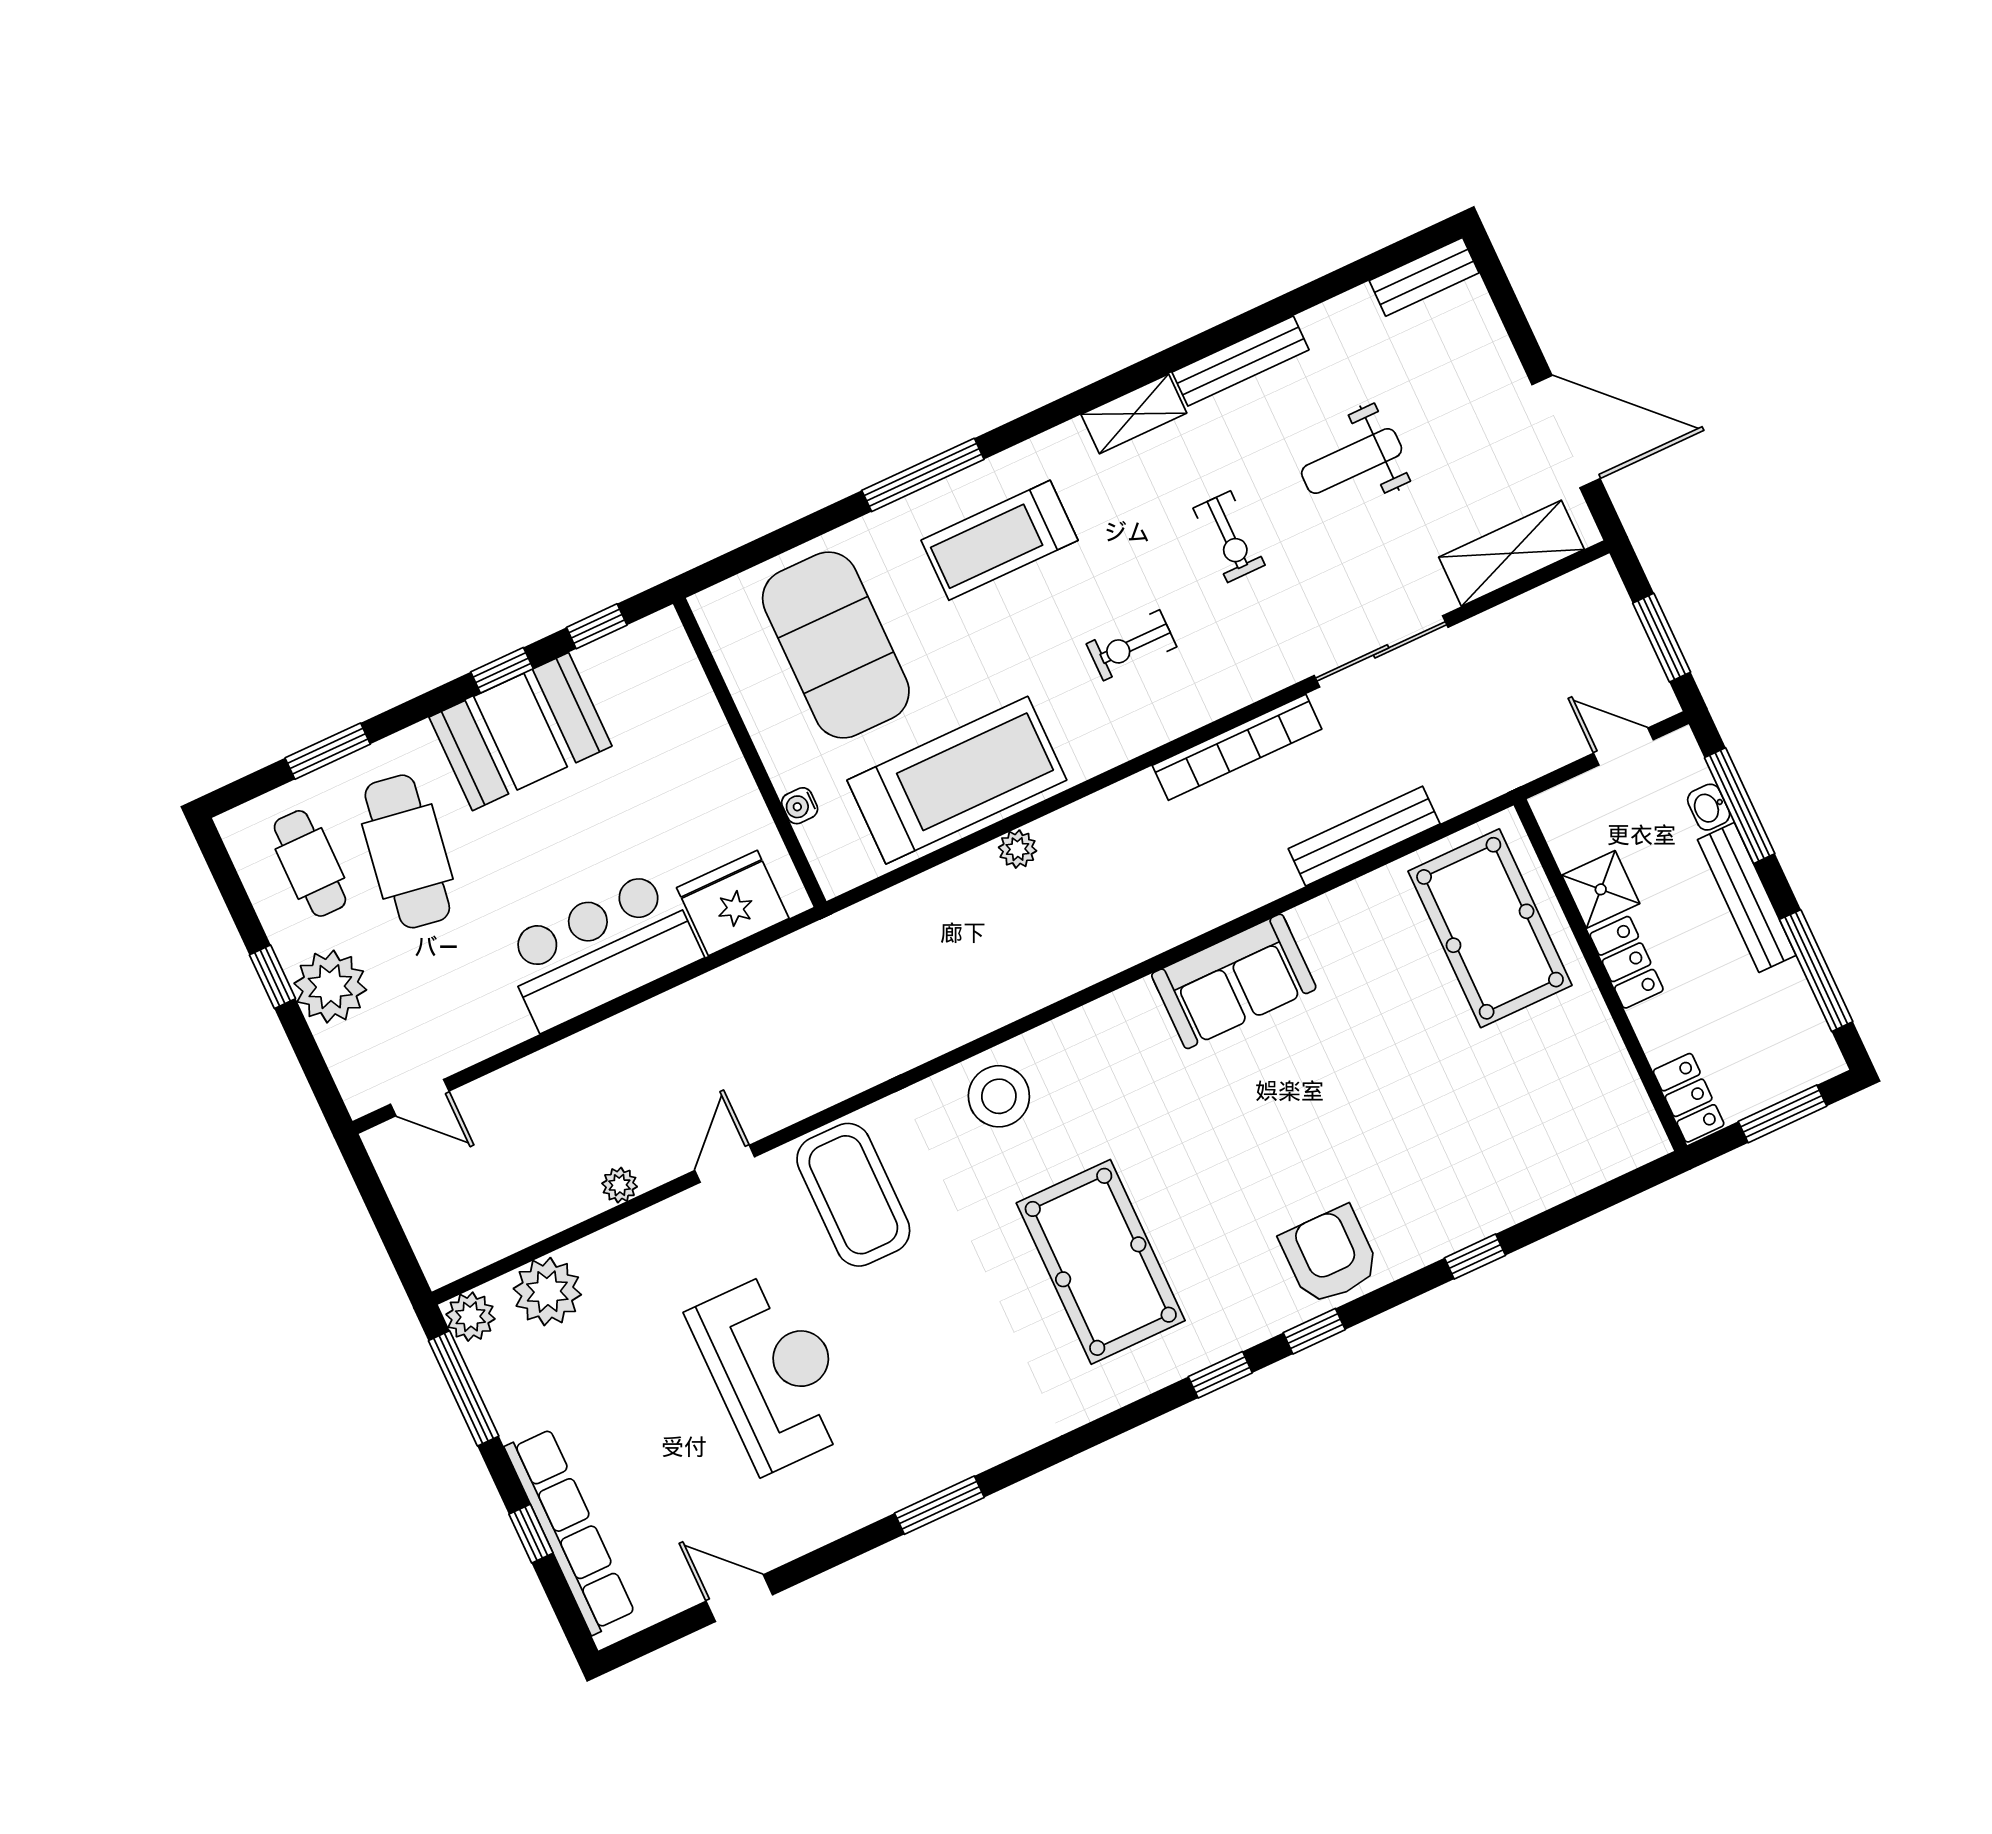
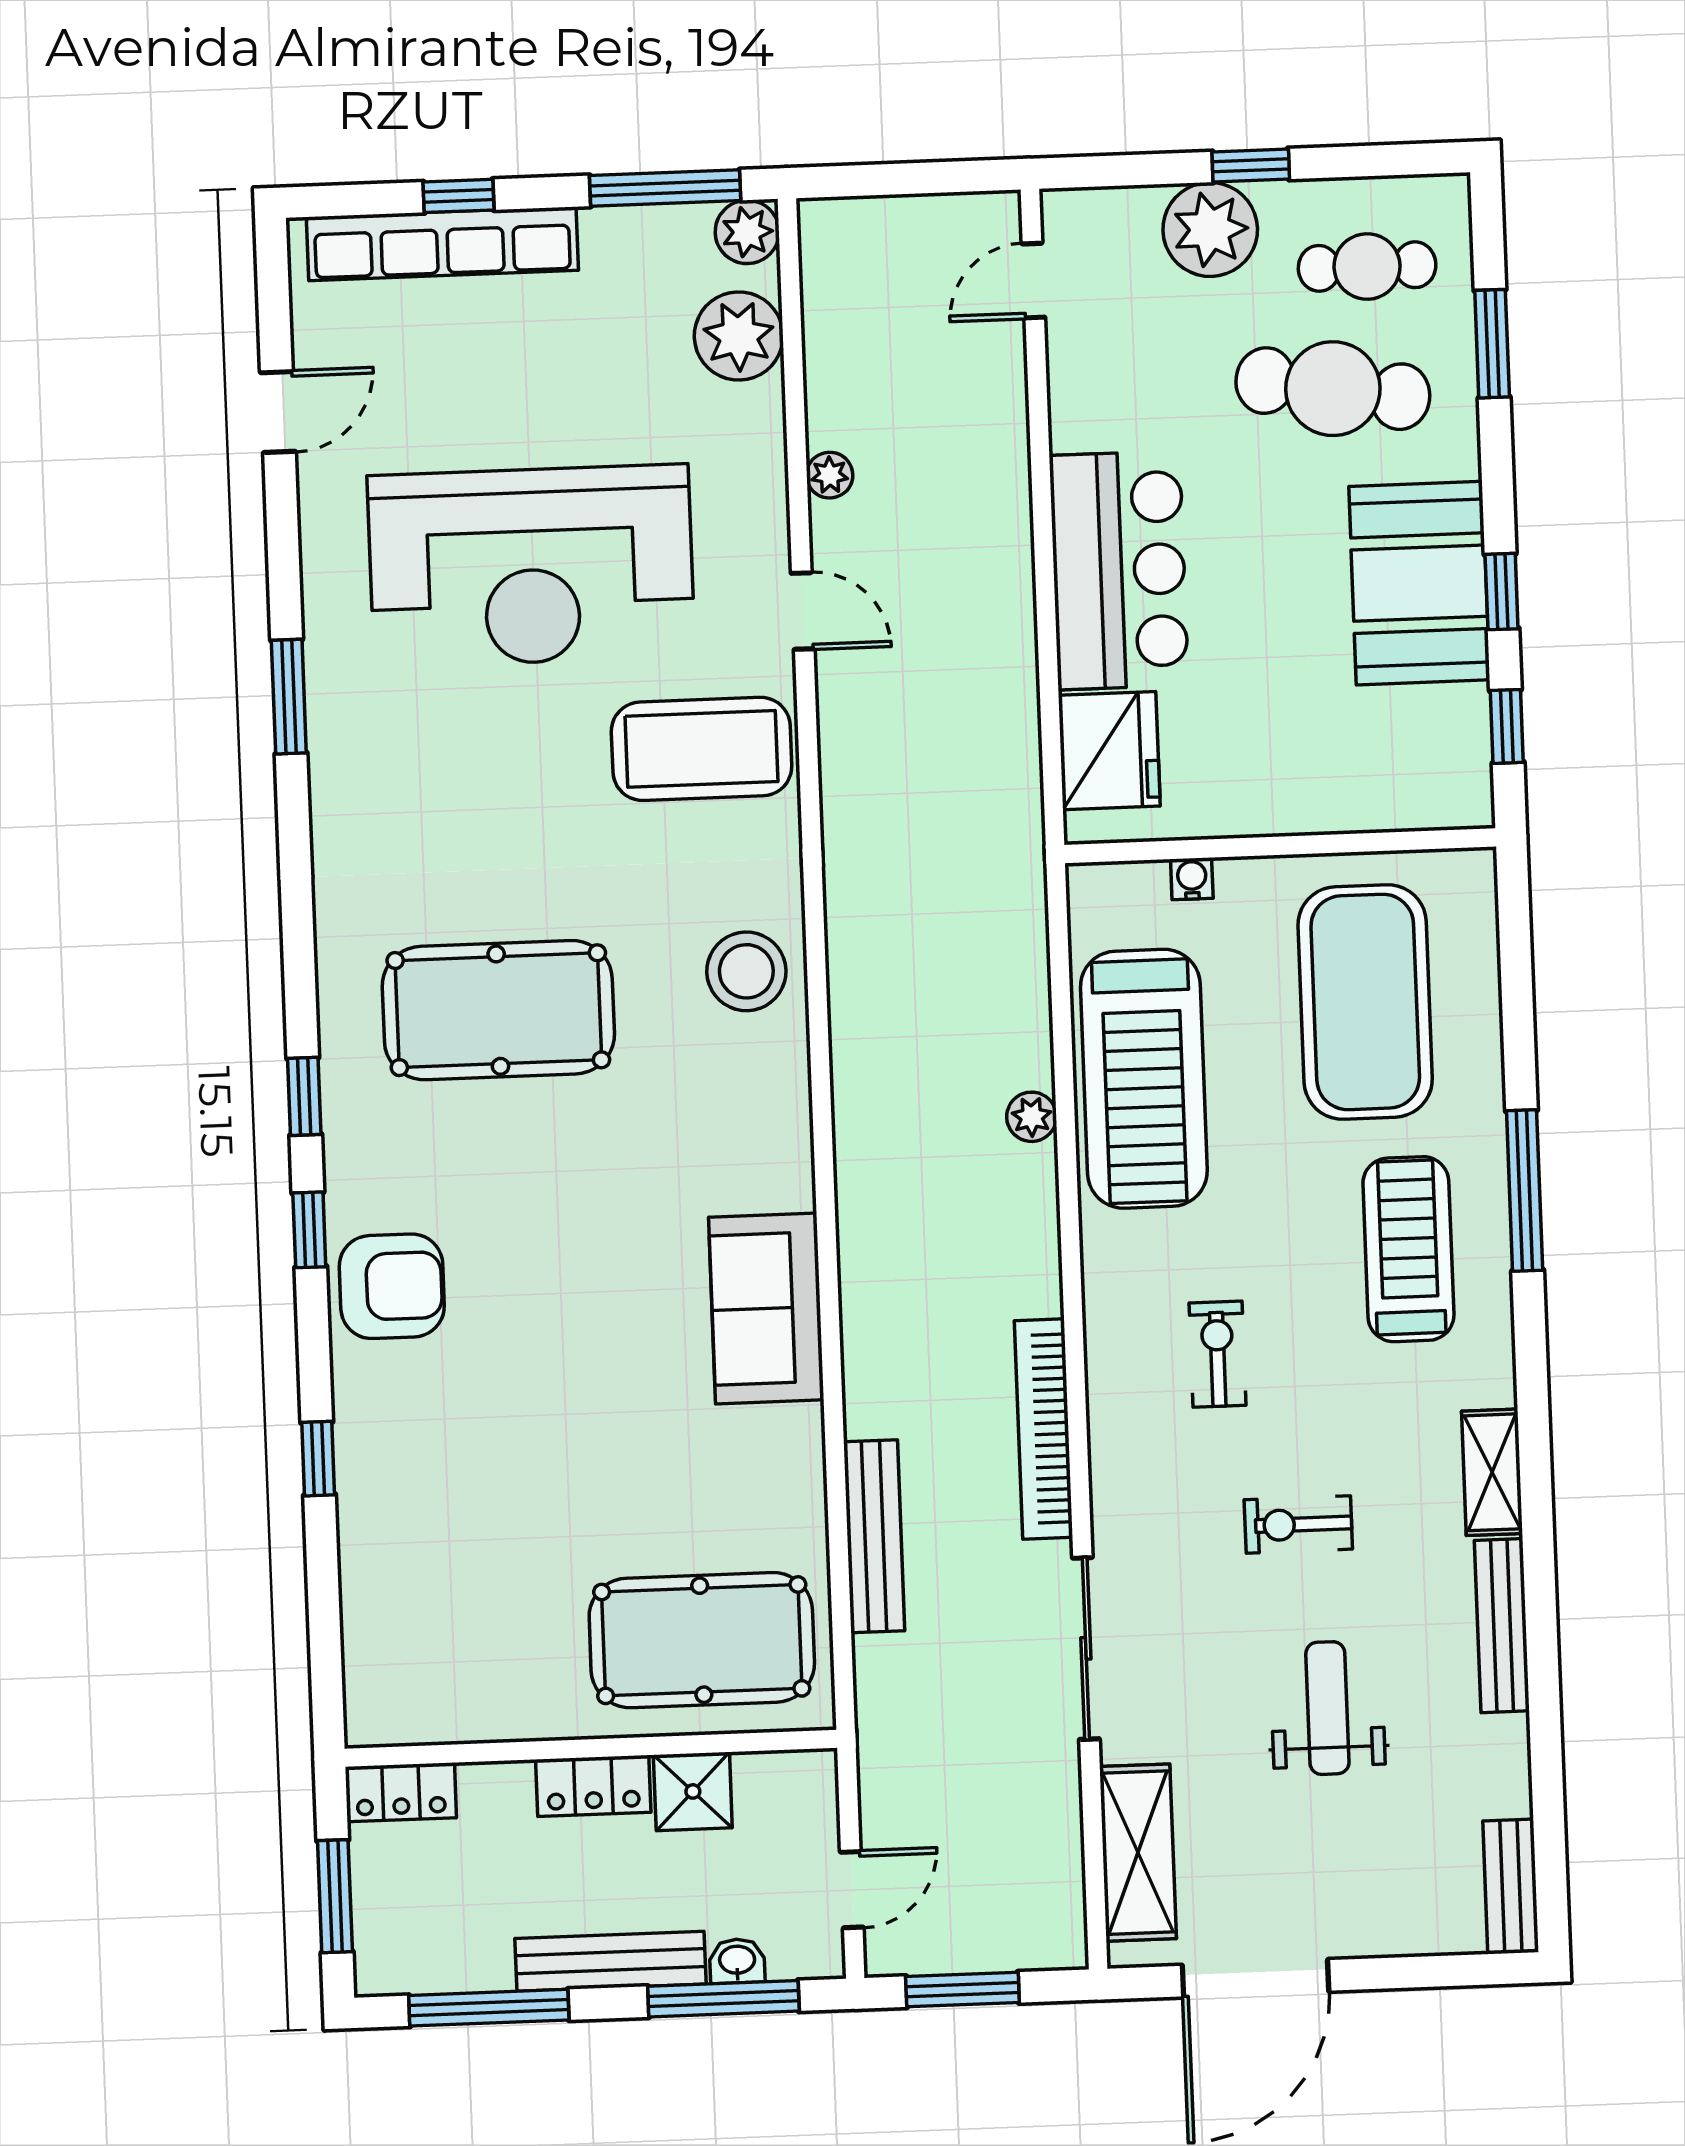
exercise mat: (836, 645) -> (1365, 1002), turned 90
reception desk: (774, 1371) -> (531, 566), width x1.36, depth x1.30

